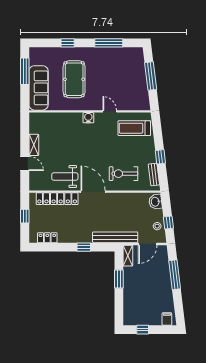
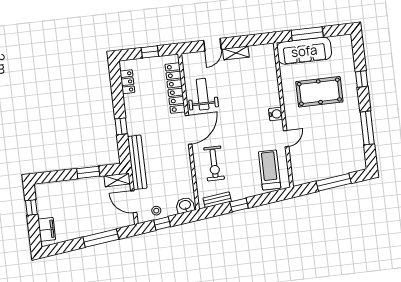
window: (25, 71) -> (307, 34), moved
exercise bike: (123, 174) -> (214, 163), turned 180
filing cabinet: (167, 319) -> (47, 229), width x2.00

